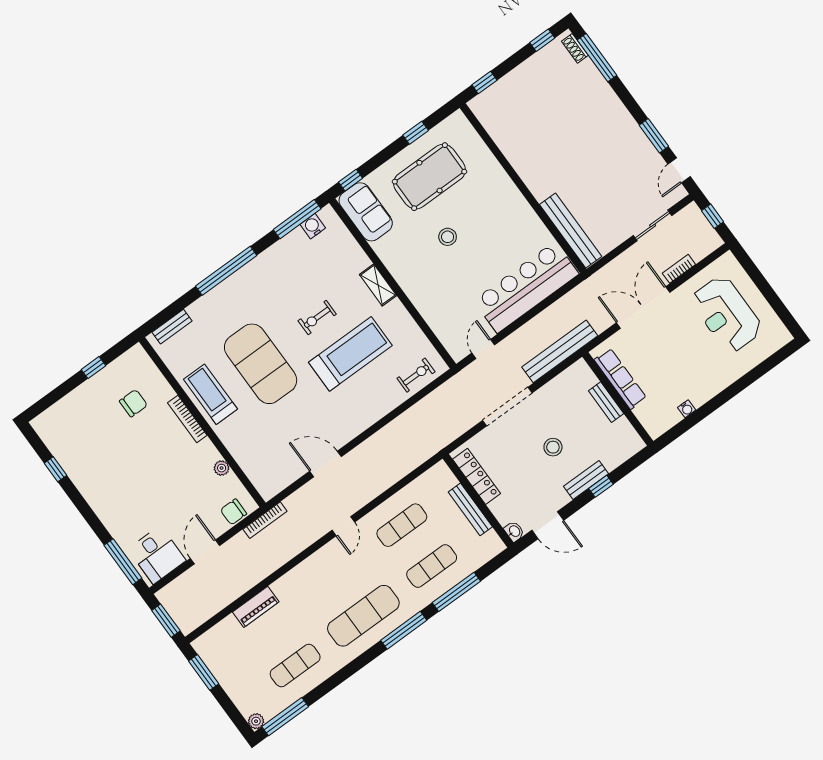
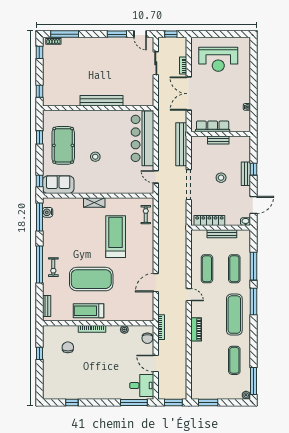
bench: (571, 231) -> (101, 101), moved
exercise bike: (317, 317) -> (53, 267), moved
piano: (256, 607) -> (196, 329), moved

